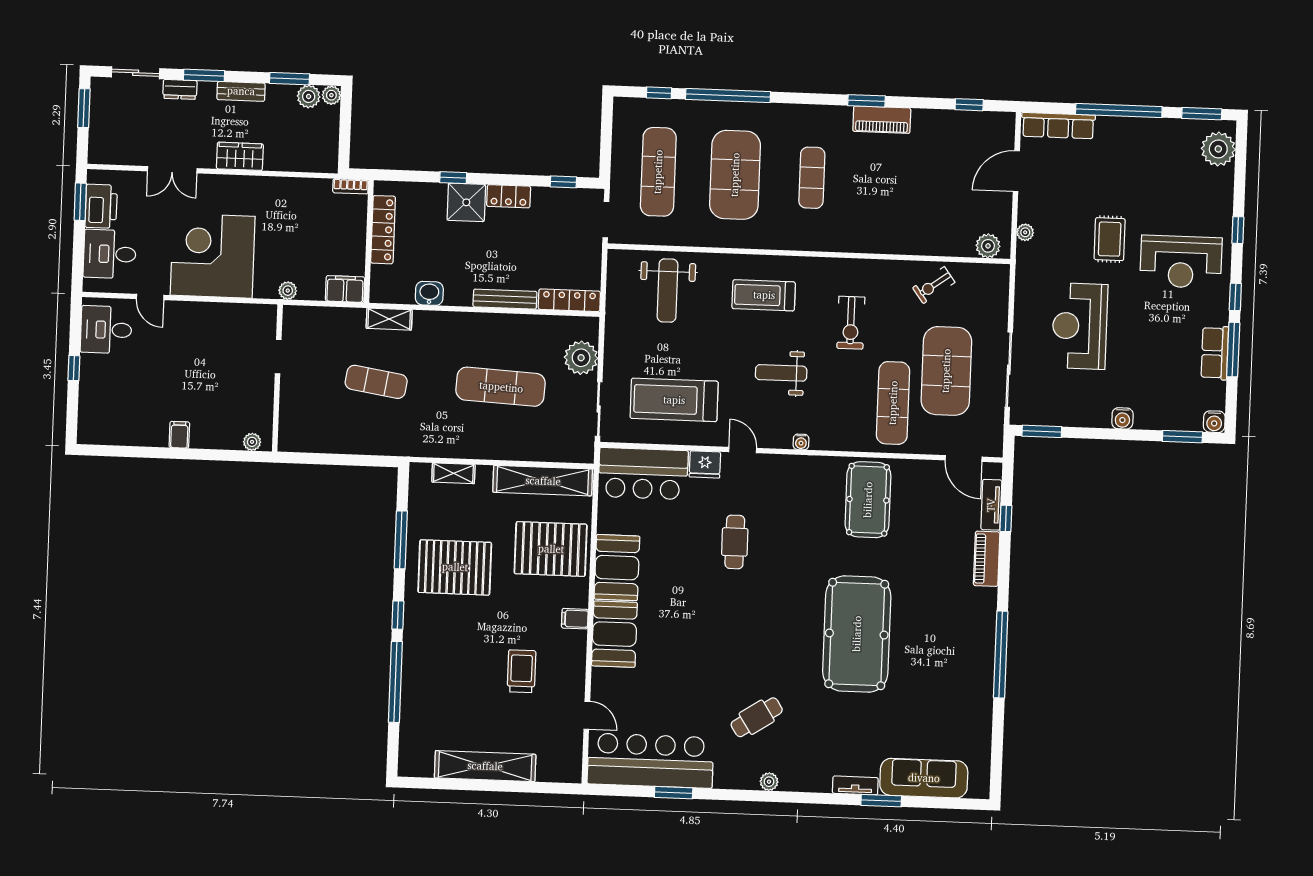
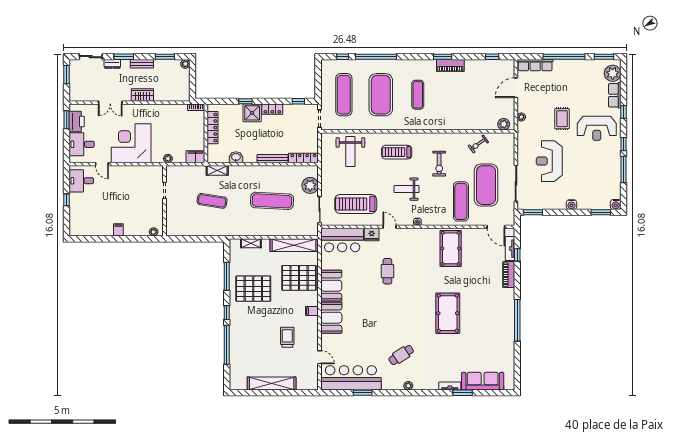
plant: (309, 96) -> (174, 65), removed
row of seats: (1215, 353) -> (615, 95), moved
pool table: (857, 634) -> (448, 313), width x0.73, depth x0.76

